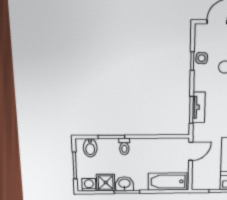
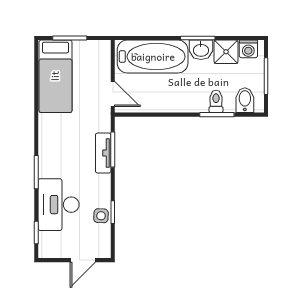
toilet: (124, 146) -> (216, 101), moved
door: (191, 151) -> (113, 94), swing flipped
bathtub: (168, 182) -> (153, 57), width x1.36, depth x1.36

